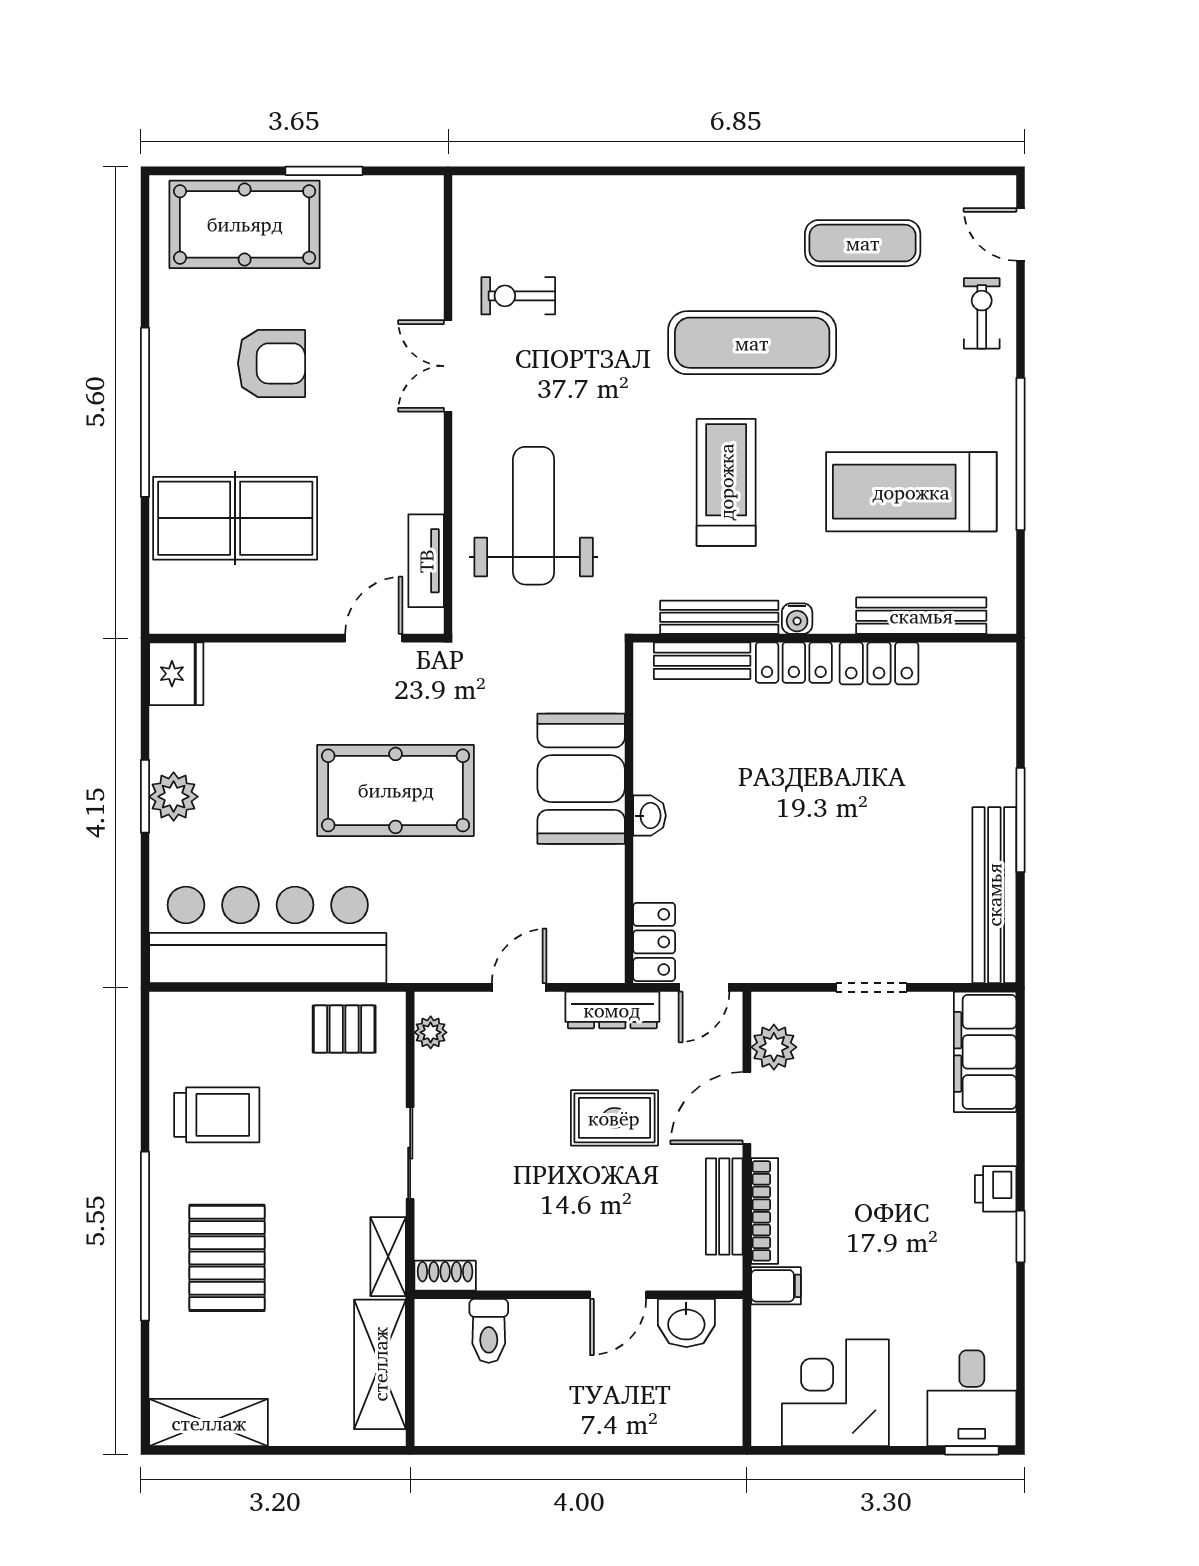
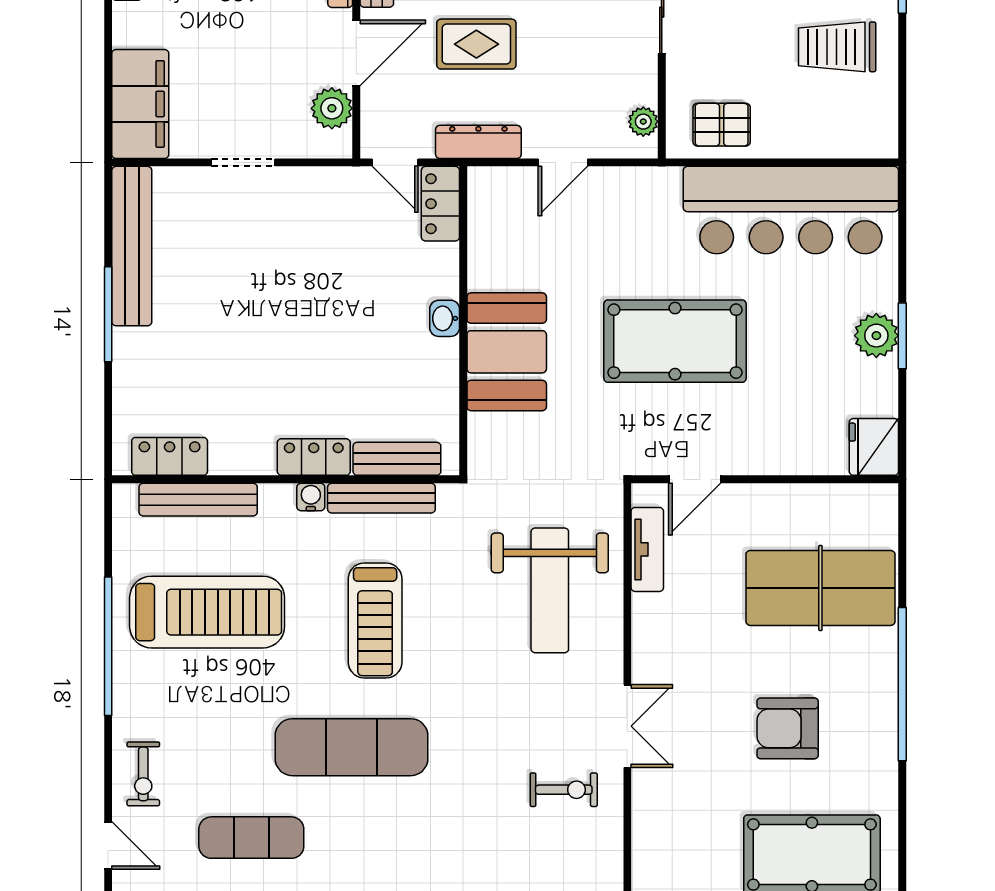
locker: (879, 663) -> (170, 456), moved
door: (704, 987) -> (395, 162), swing flipped

